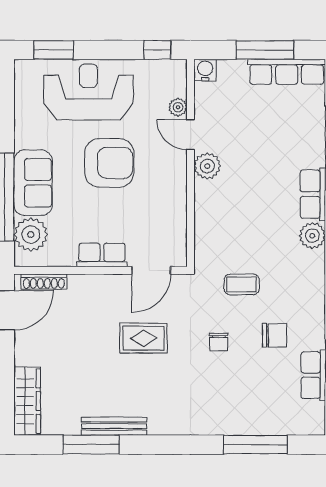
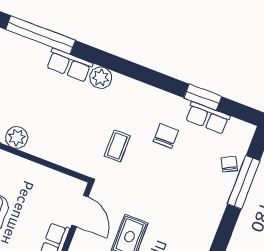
chair: (219, 342) -> (229, 164), moved, turned -118

